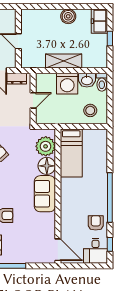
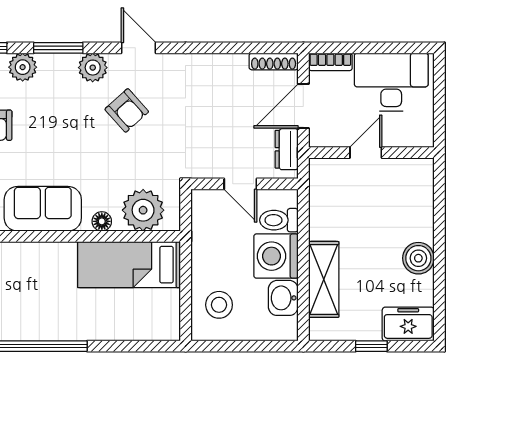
shelving: (64, 61) -> (324, 279), moved
toilet: (102, 82) -> (279, 220), moved
floor lamp: (47, 166) -> (102, 221), width x0.53, depth x0.53

